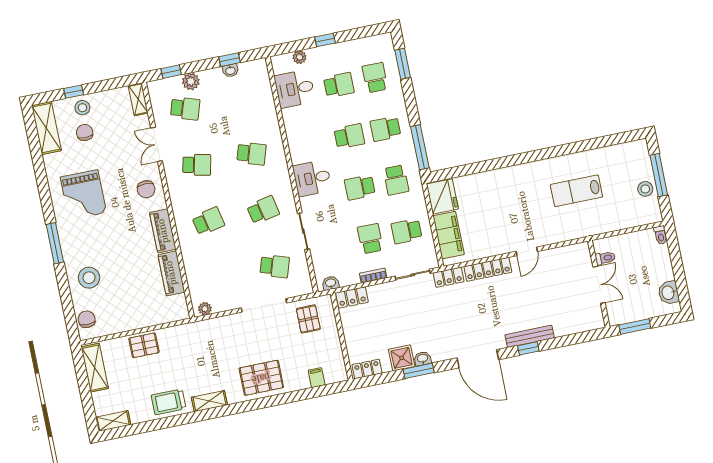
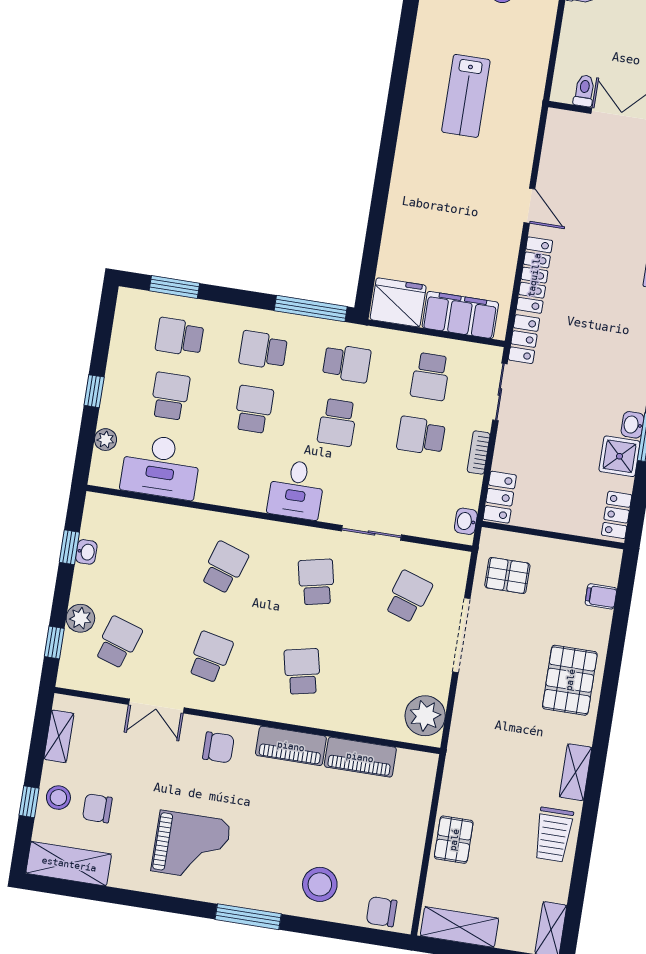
desk: (295, 89) -> (161, 467), width x1.37
shelving: (138, 99) -> (59, 736), moved, turned 90
school desk: (386, 129) -> (263, 350), turned 90
plant: (205, 309) -> (425, 716), width x1.87, depth x1.87

